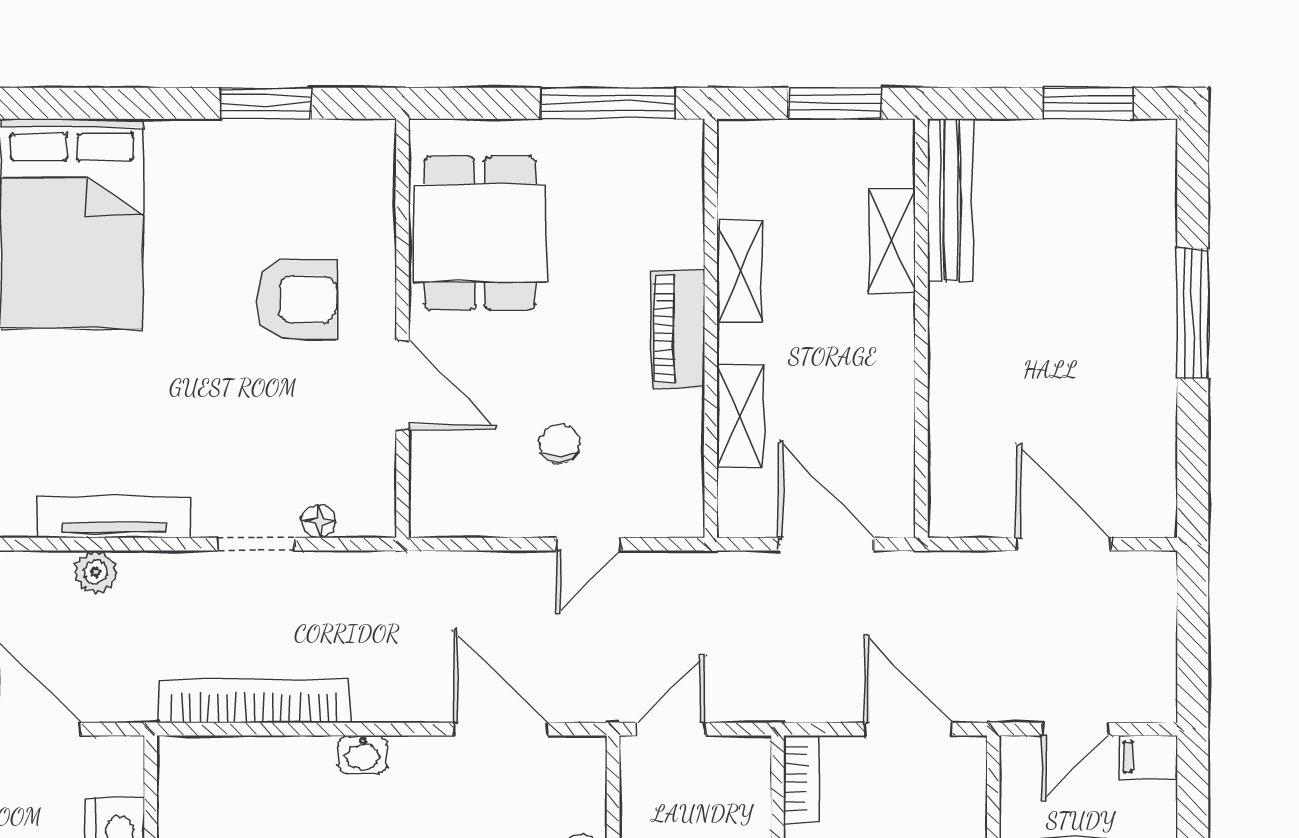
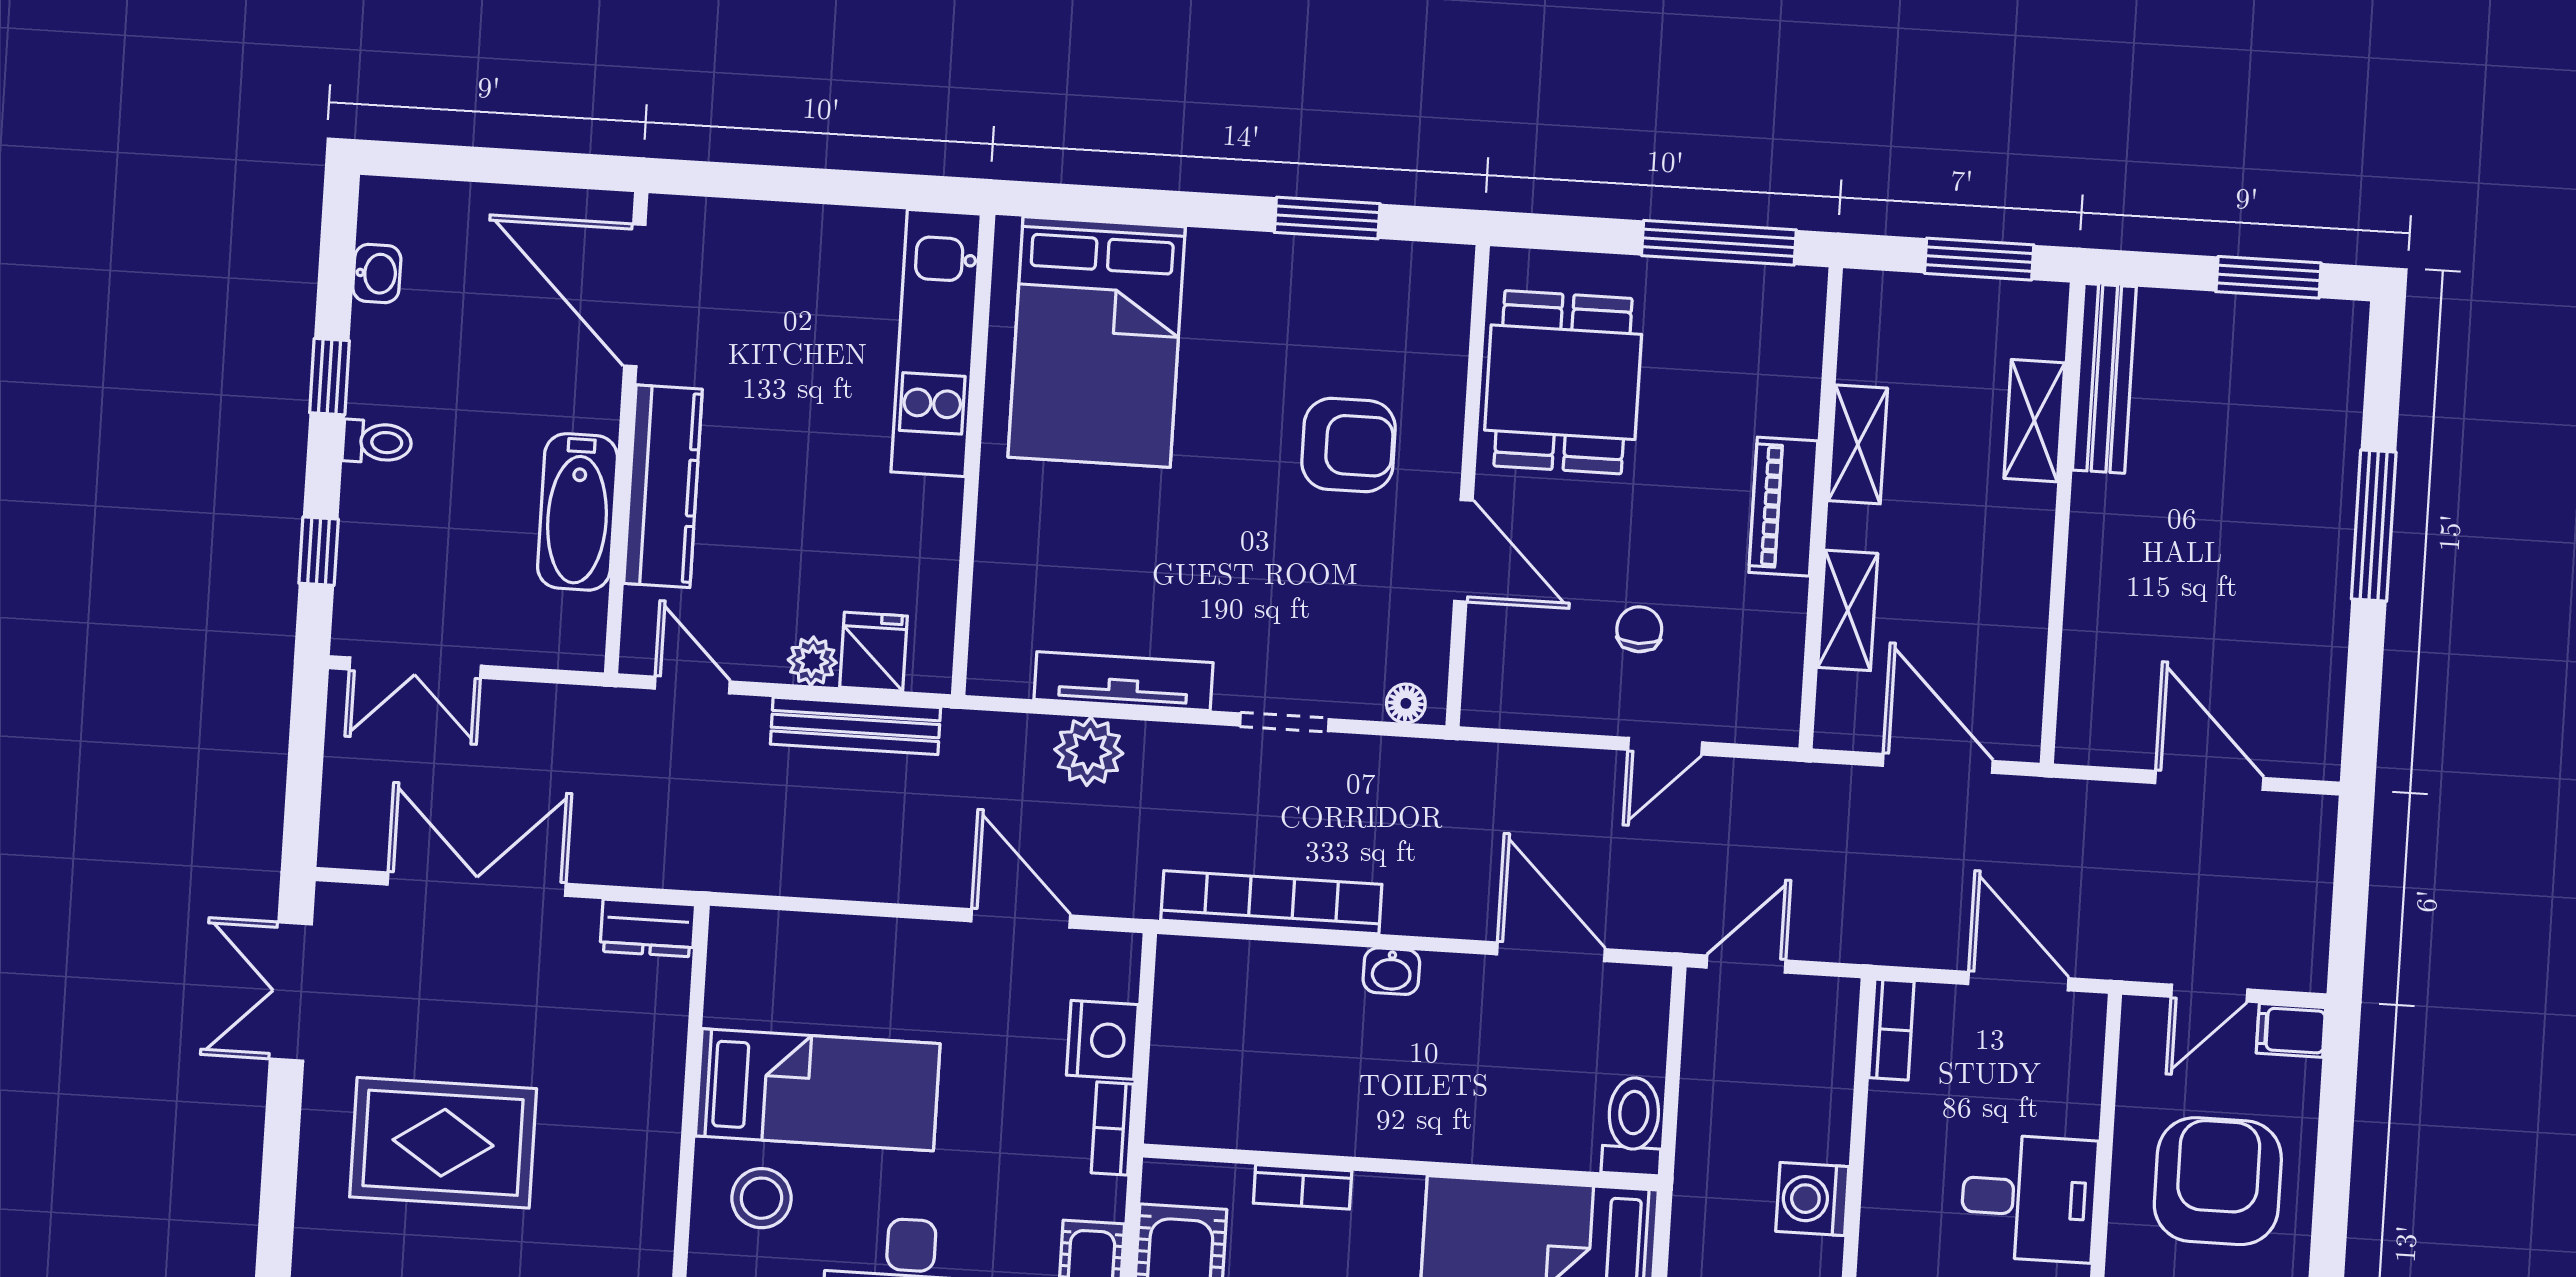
floor lamp: (319, 521) -> (1406, 703), moved
plant: (96, 572) -> (1089, 751), width x1.38, depth x1.38

